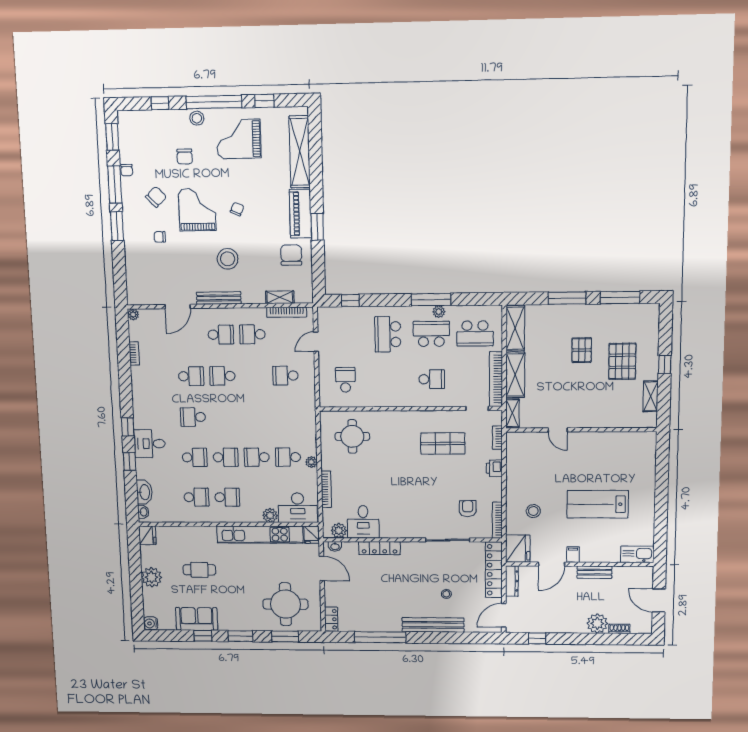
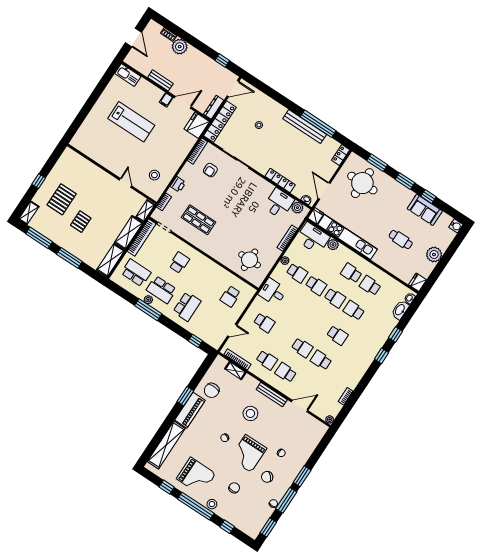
school desk: (432, 379) -> (179, 263), turned 90
shelving: (651, 396) -> (29, 213), moved
desk: (150, 444) -> (273, 292), moved, turned 180
school desk: (226, 457) -> (335, 298), turned 180
stool: (533, 511) -> (154, 175), moved
bench: (433, 625) -> (305, 127), moved

